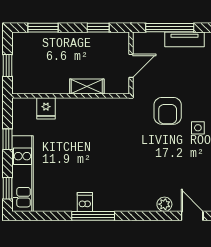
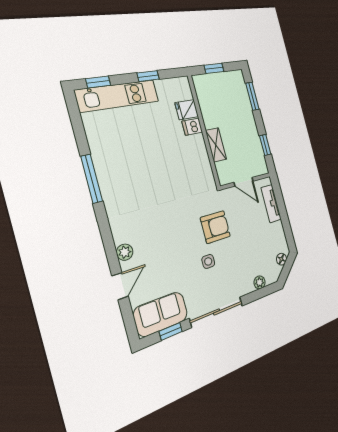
window: (170, 28) -> (282, 208), removed
tv unit: (185, 39) -> (271, 204), moved
armchair: (168, 111) -> (215, 227), turned 180
dishwasher: (85, 202) -> (192, 127), moved, turned 180

